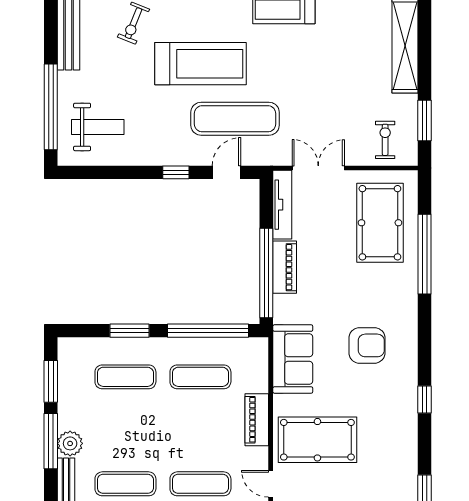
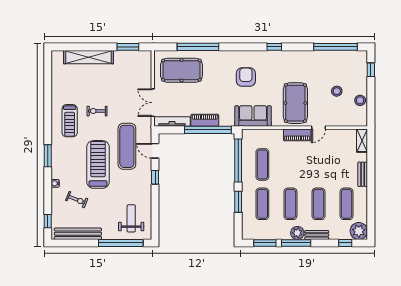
exercise bike: (385, 140) -> (97, 111), moved
piano: (257, 420) -> (297, 135), moved
exercise mat: (200, 484) -> (290, 204), moved

